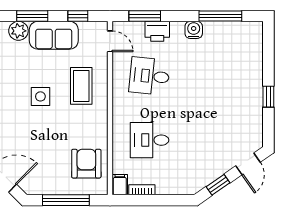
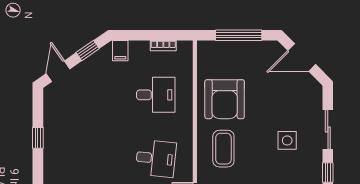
side table: (40, 96) -> (287, 140), moved
armchair: (86, 164) -> (225, 99), moved, width x1.36, depth x1.36
filing cabinet: (120, 185) -> (120, 51), moved

